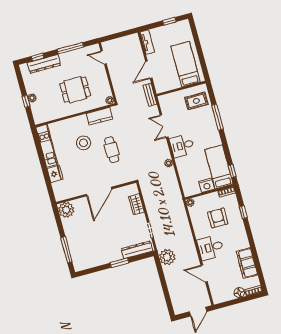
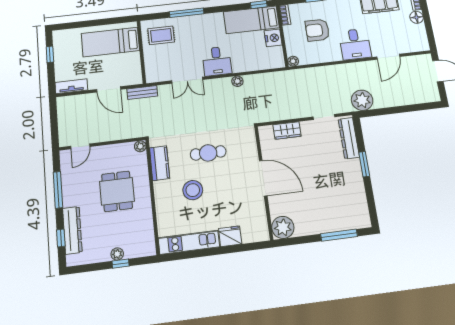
rug: (196, 101) -> (161, 35), turned 90

